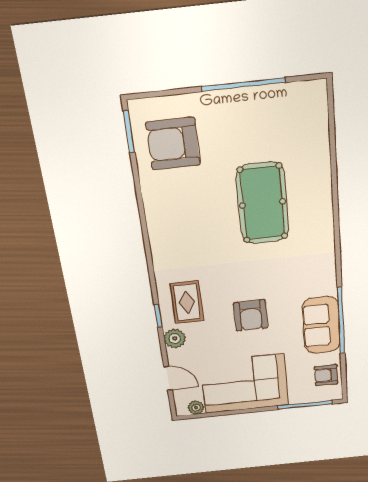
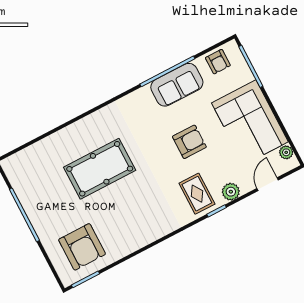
rug: (187, 302) -> (197, 194), turned 90

